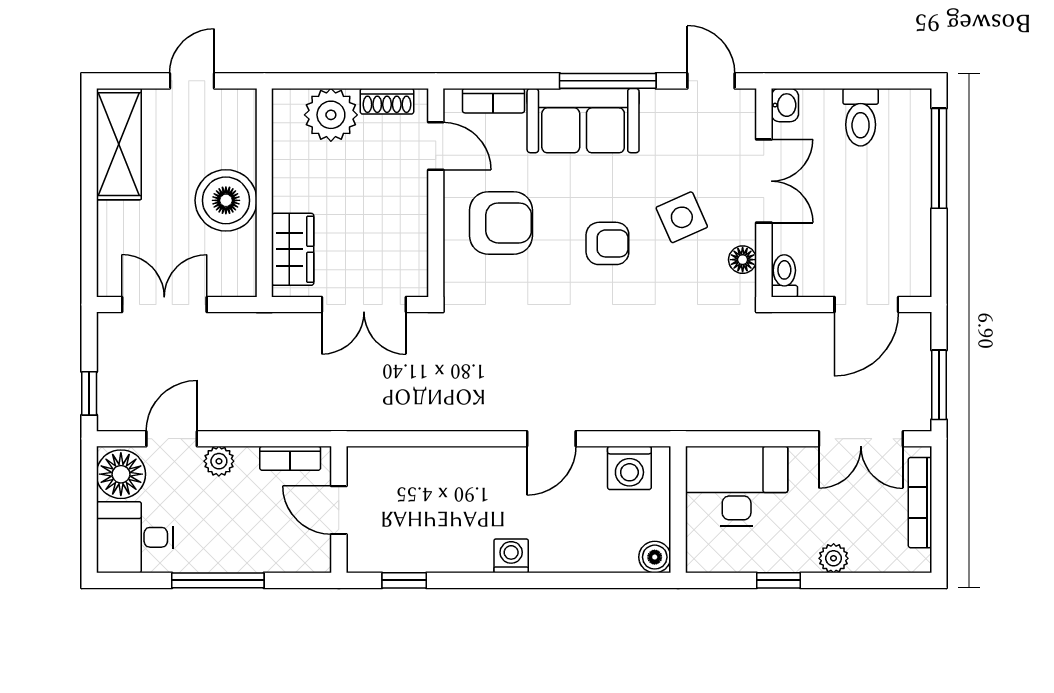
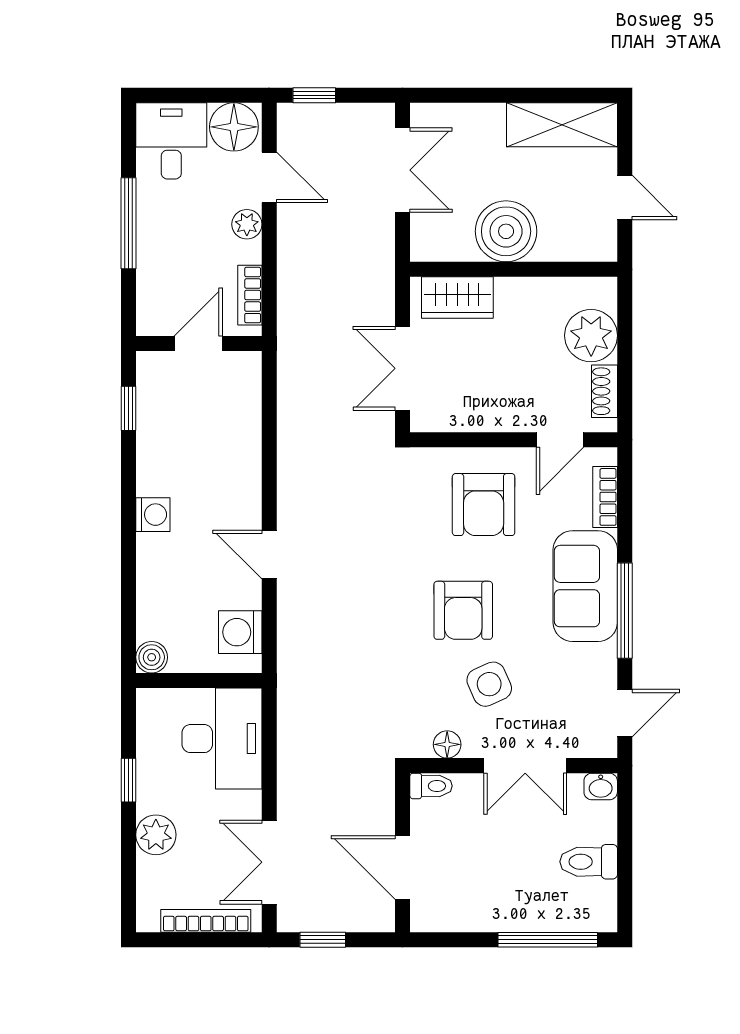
armchair: (607, 243) -> (463, 610), width x1.38, depth x1.38
window: (939, 385) -> (323, 940), width x0.67
plant: (834, 558) -> (156, 835), width x1.38, depth x1.38

